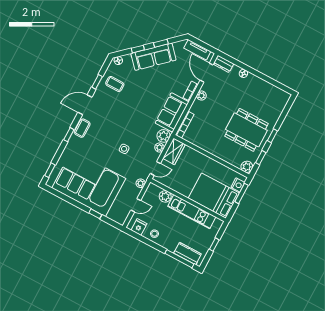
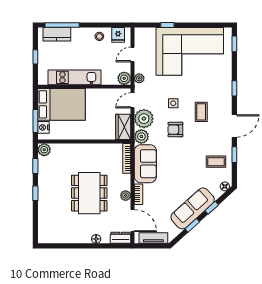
armchair: (134, 127) -> (175, 130), added
coffee table: (82, 128) -> (201, 112), moved
dining table: (246, 130) -> (89, 193), moved, turned 90
plant: (159, 147) -> (144, 119), width x1.88, depth x1.88
plant: (165, 196) -> (124, 78), moved

